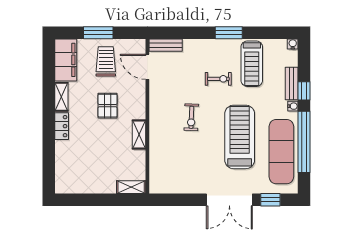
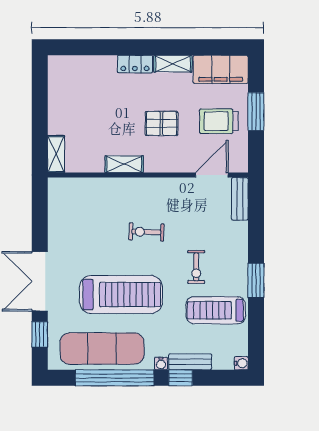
trolley: (106, 61) -> (219, 121), turned 180

